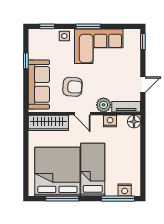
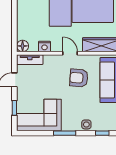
window: (143, 41) -> (14, 108), moved
corner sofa: (99, 46) -> (39, 115), moved
plant: (104, 105) -> (50, 61), removed

